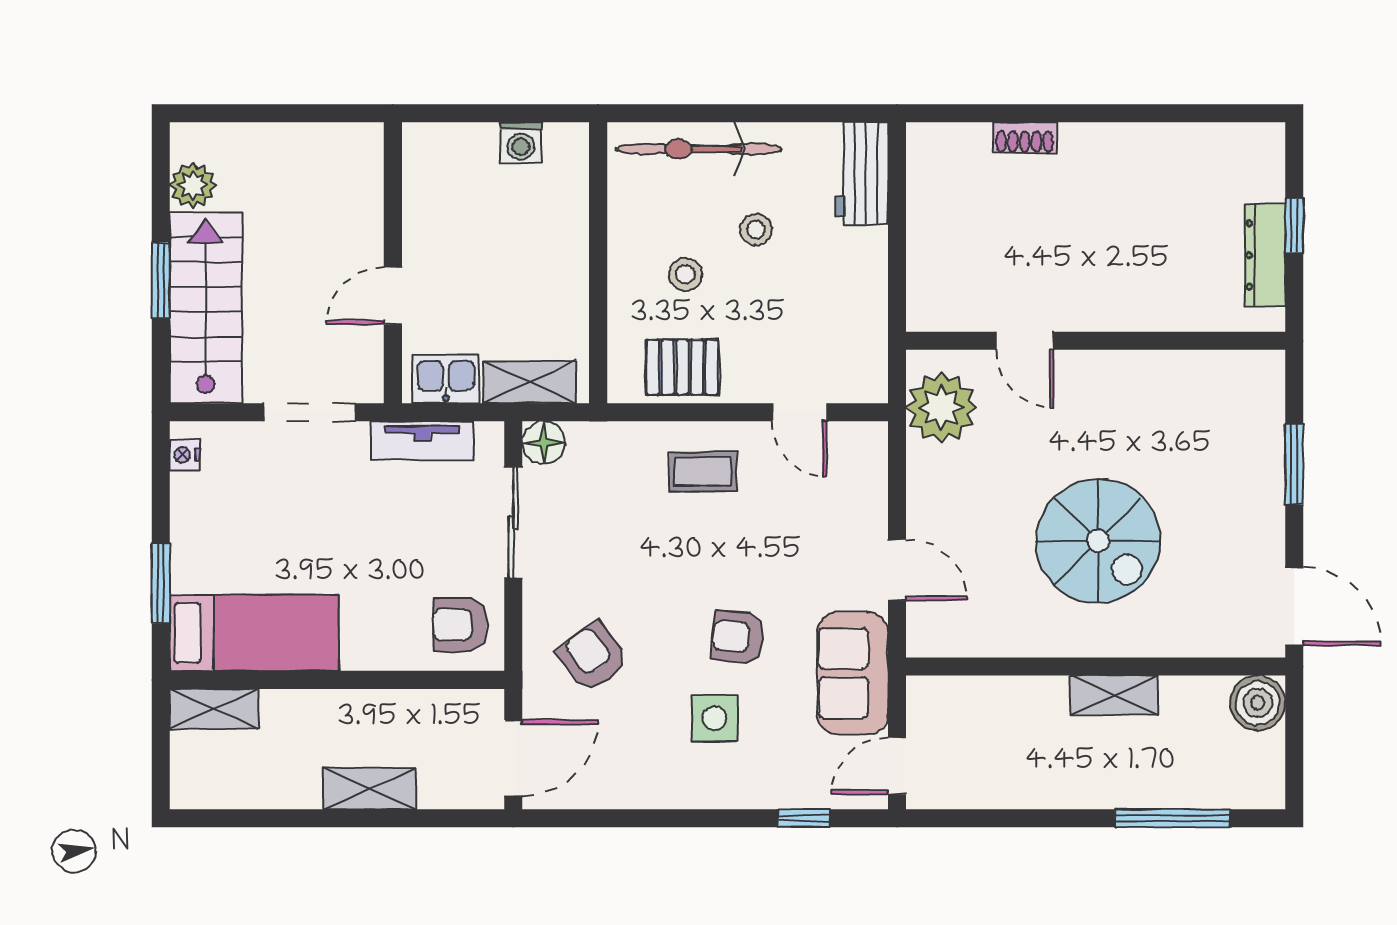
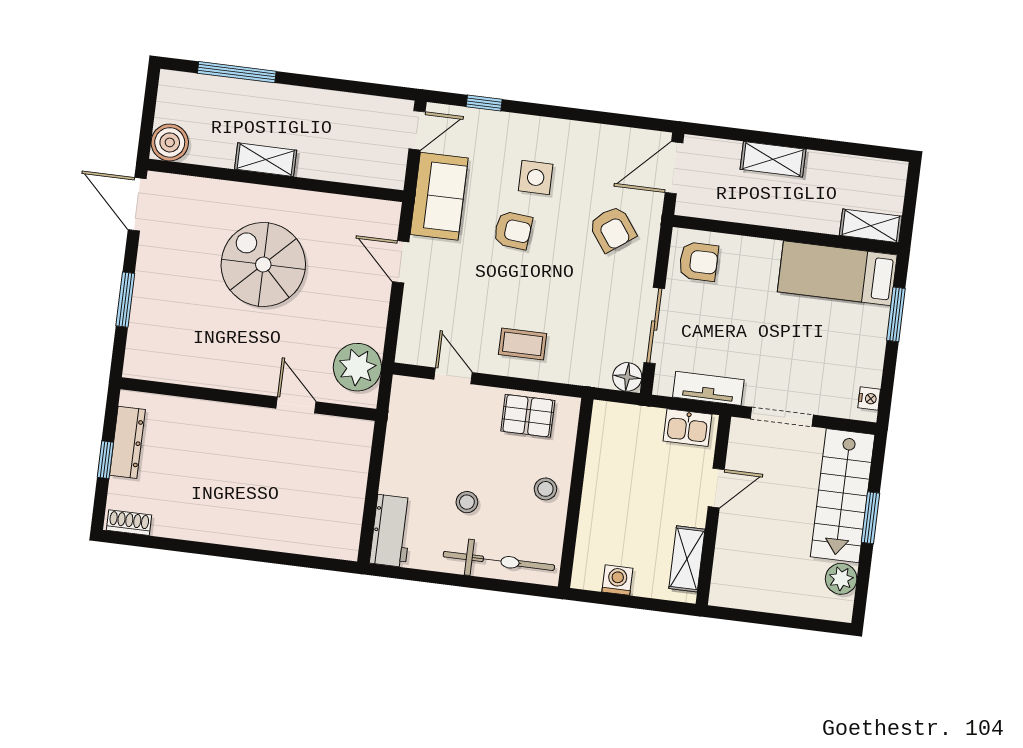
shoe rack: (1025, 138) -> (129, 523), moved
stool: (685, 274) -> (545, 489), moved
shelving: (530, 382) -> (687, 559), moved, turned 90

